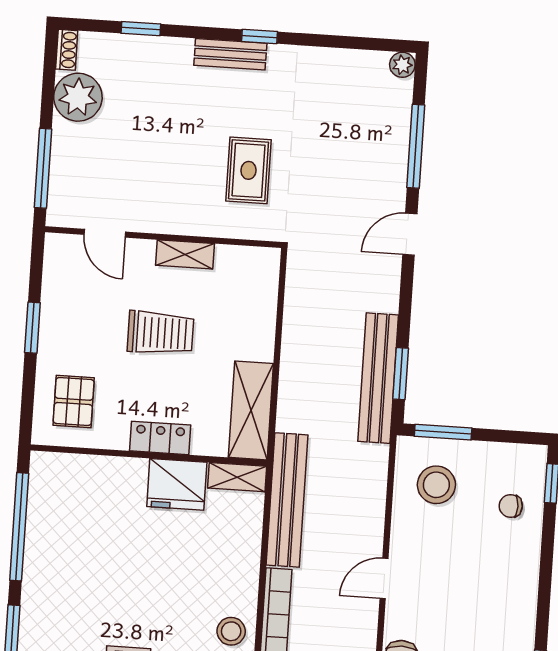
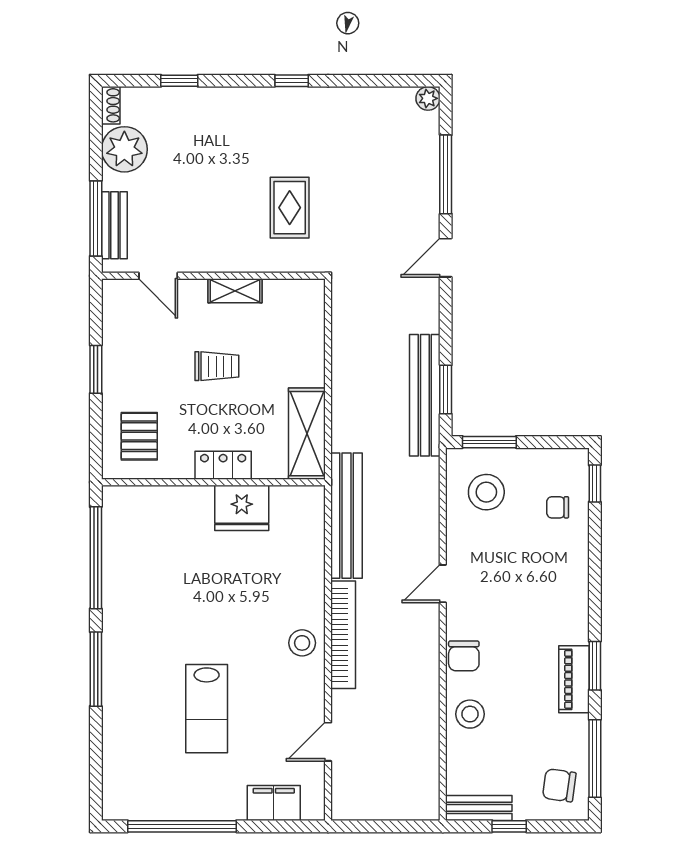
bench: (230, 54) -> (114, 225), moved, turned 90
trolley: (160, 333) -> (217, 366), width x0.73, depth x0.72
shelving: (237, 477) -> (298, 497), removed

